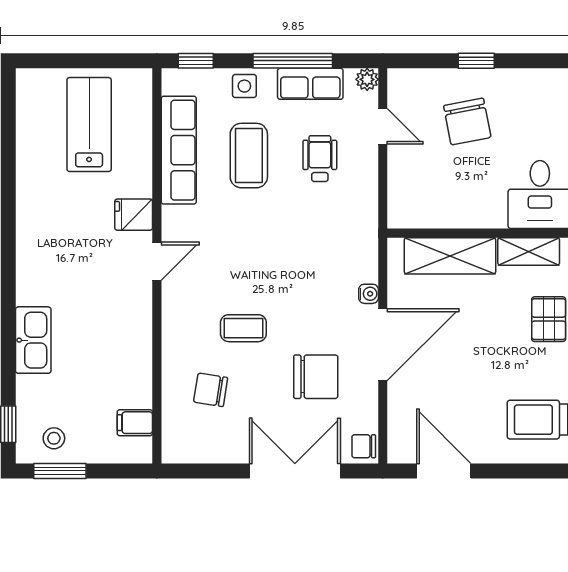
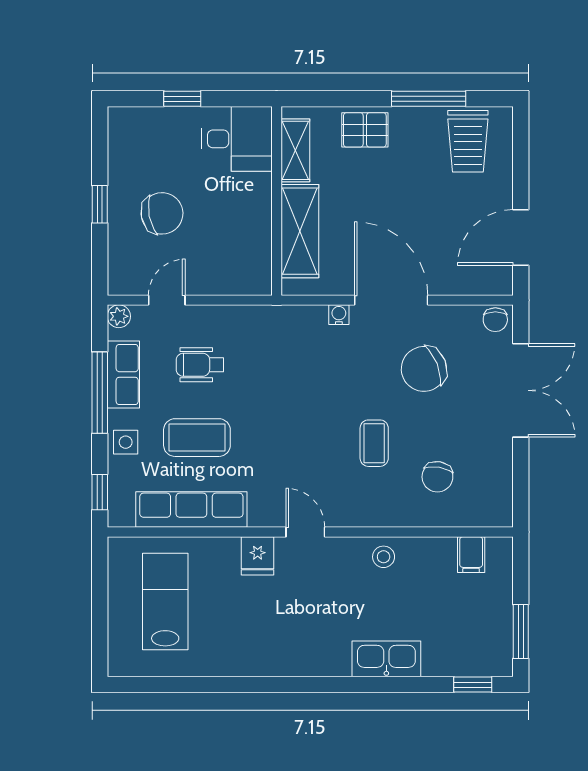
lab bench: (89, 125) -> (165, 602), turned 90
chair: (316, 377) -> (424, 369), turned -112
stool: (54, 438) -> (384, 557), moved
double door: (295, 471) -> (521, 390), swing flipped

